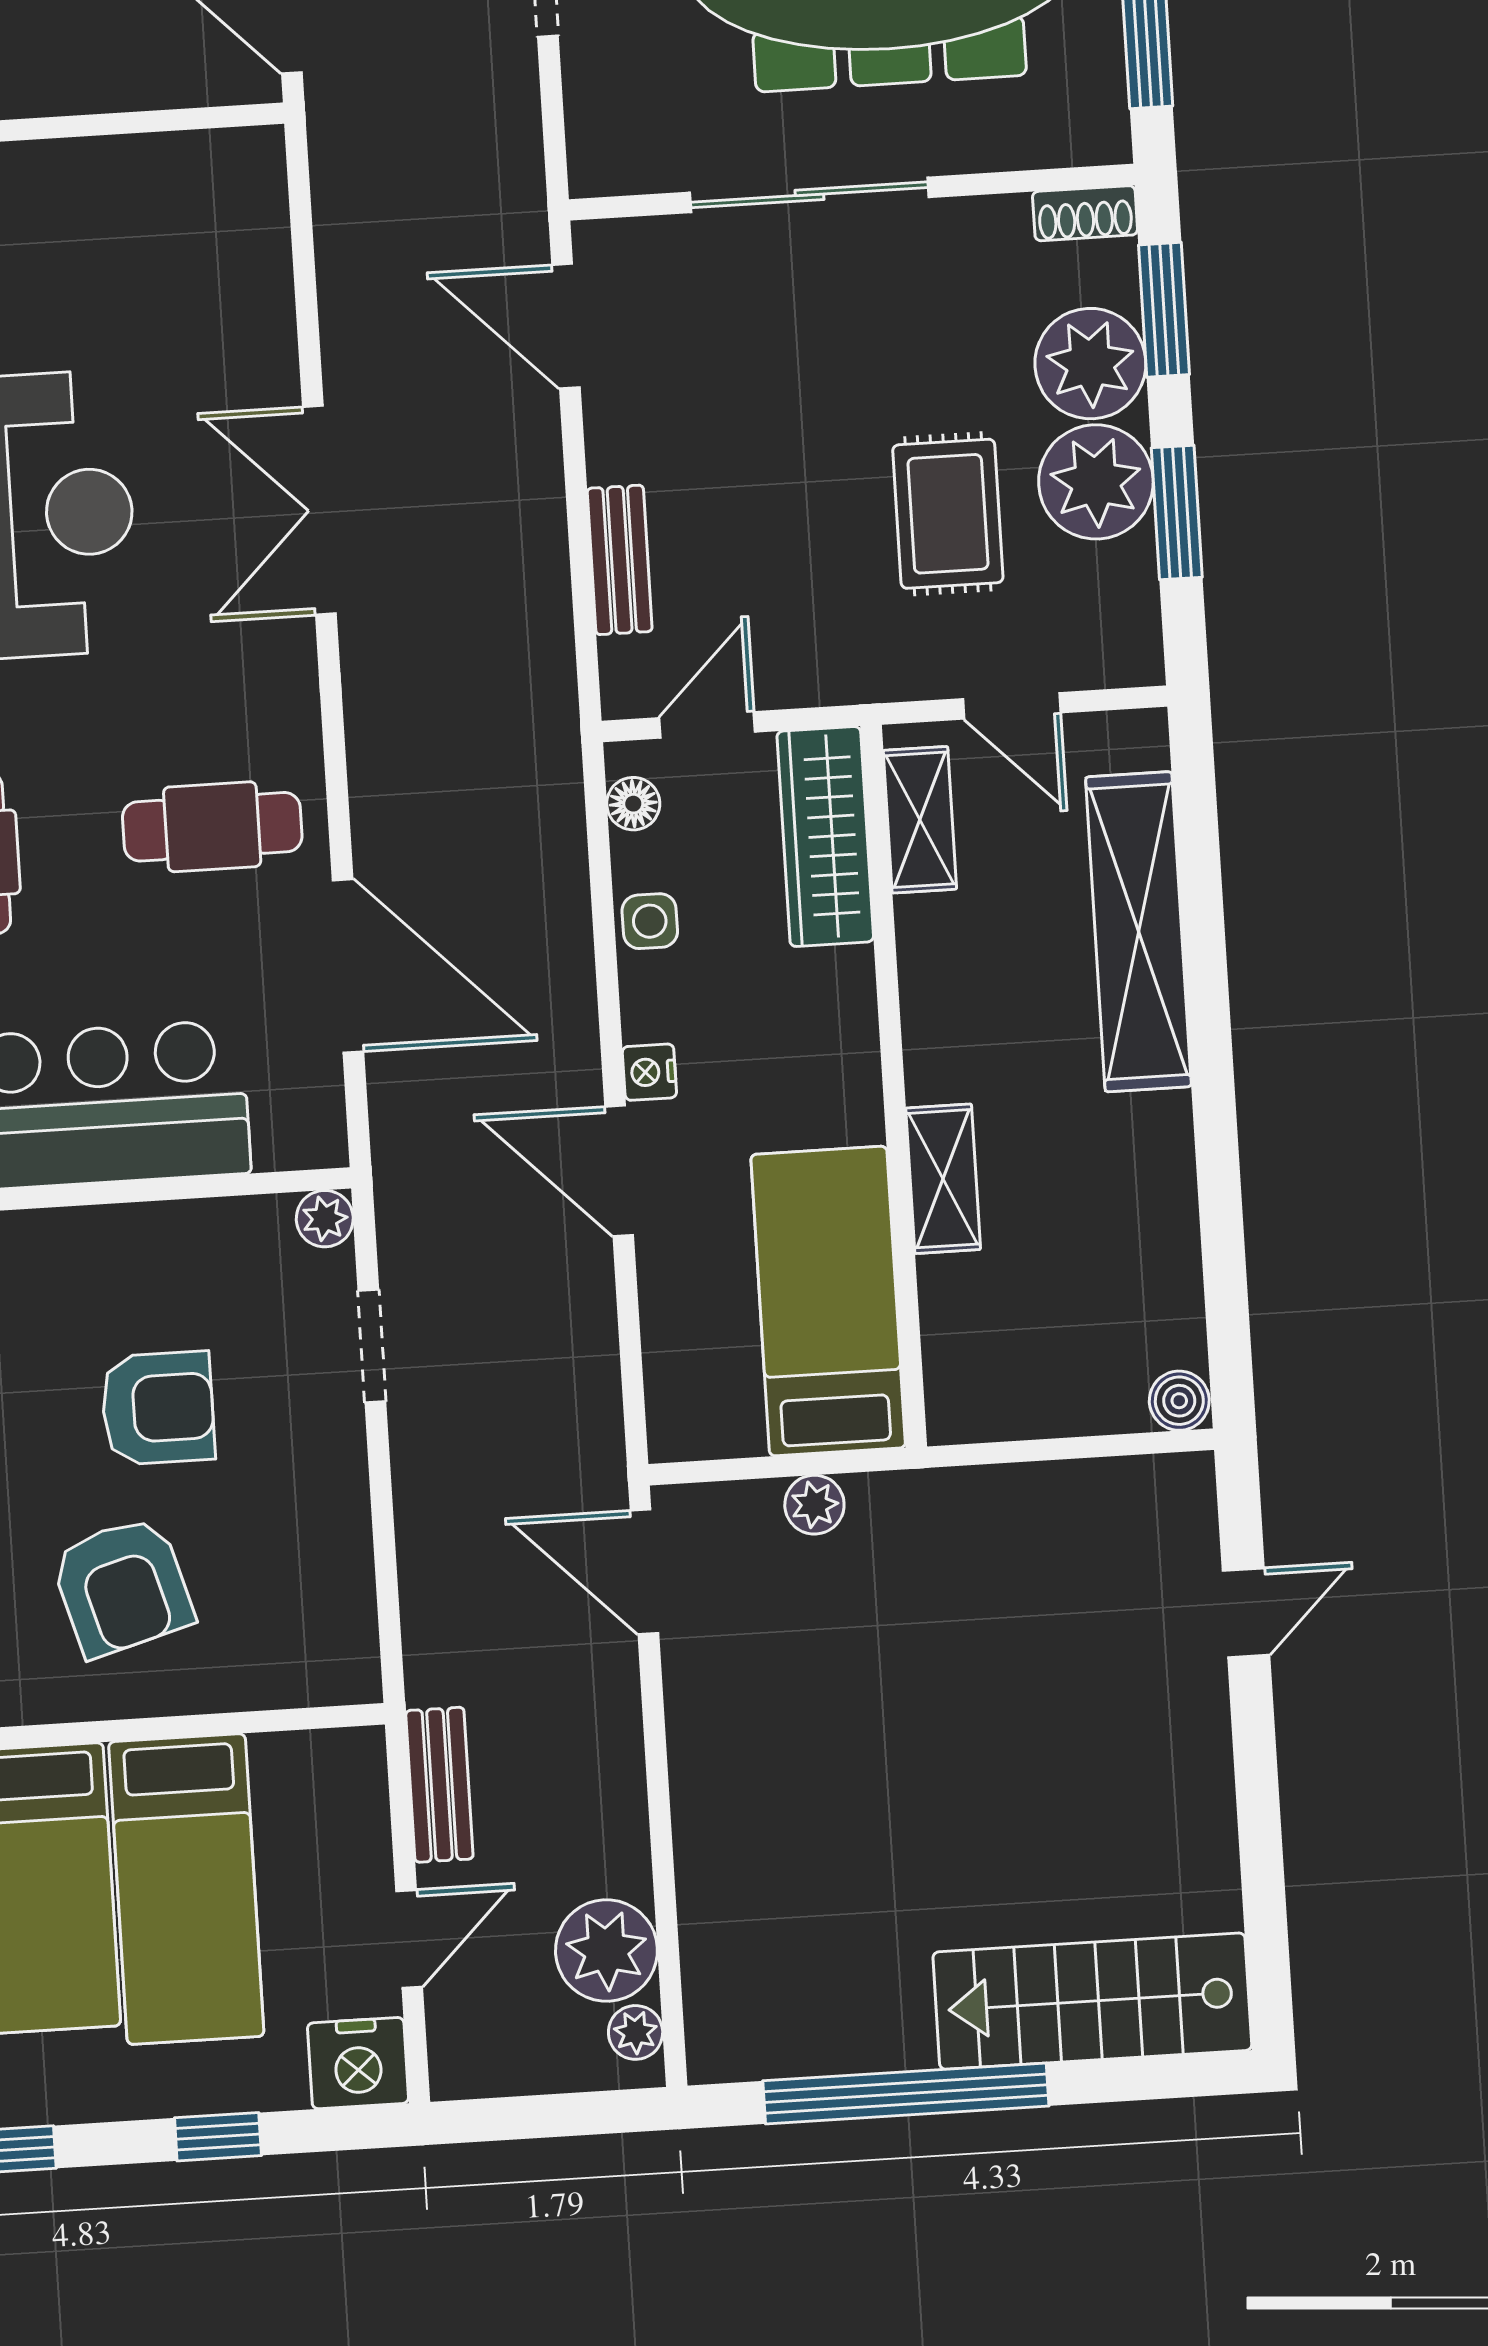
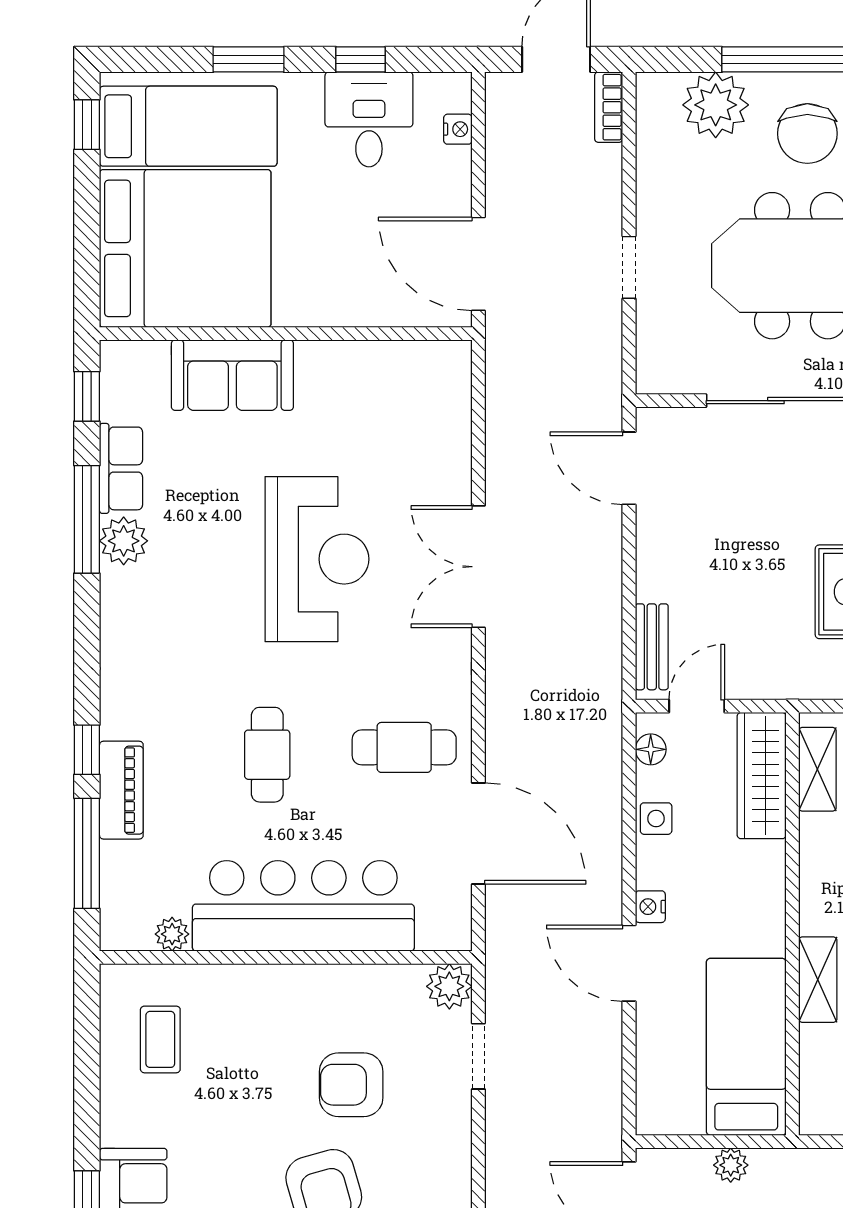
bench: (620, 560) -> (652, 647), moved
plant: (325, 1219) -> (449, 986), width x1.38, depth x1.38
armchair: (158, 1408) -> (351, 1085), turned 180

